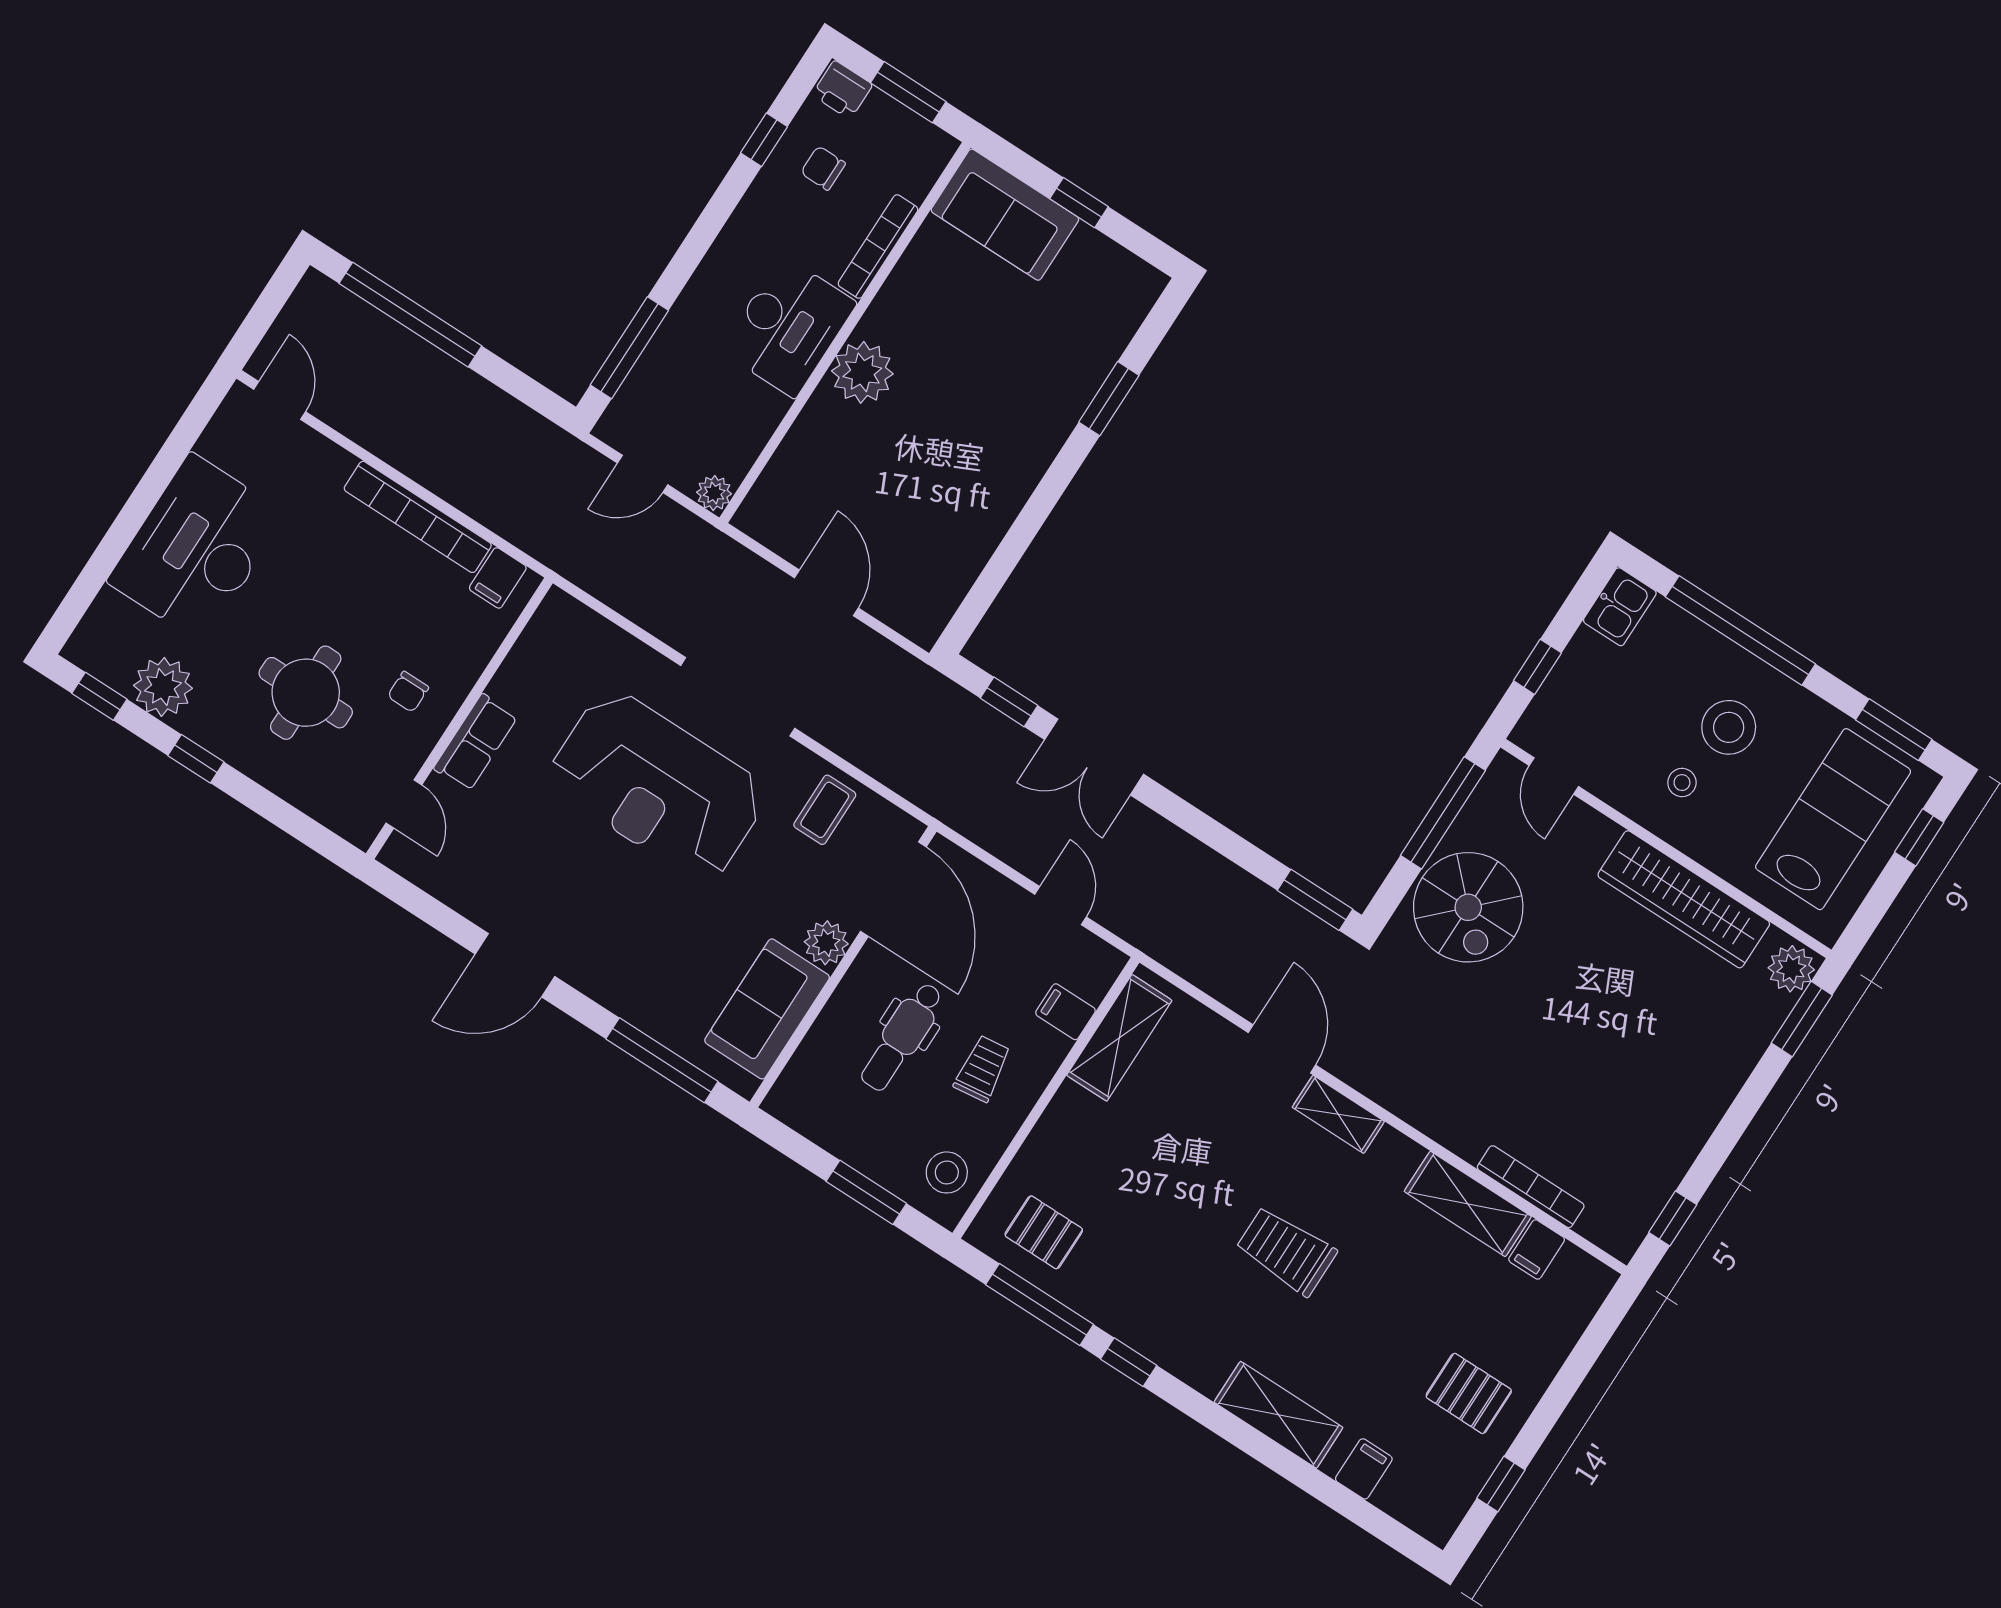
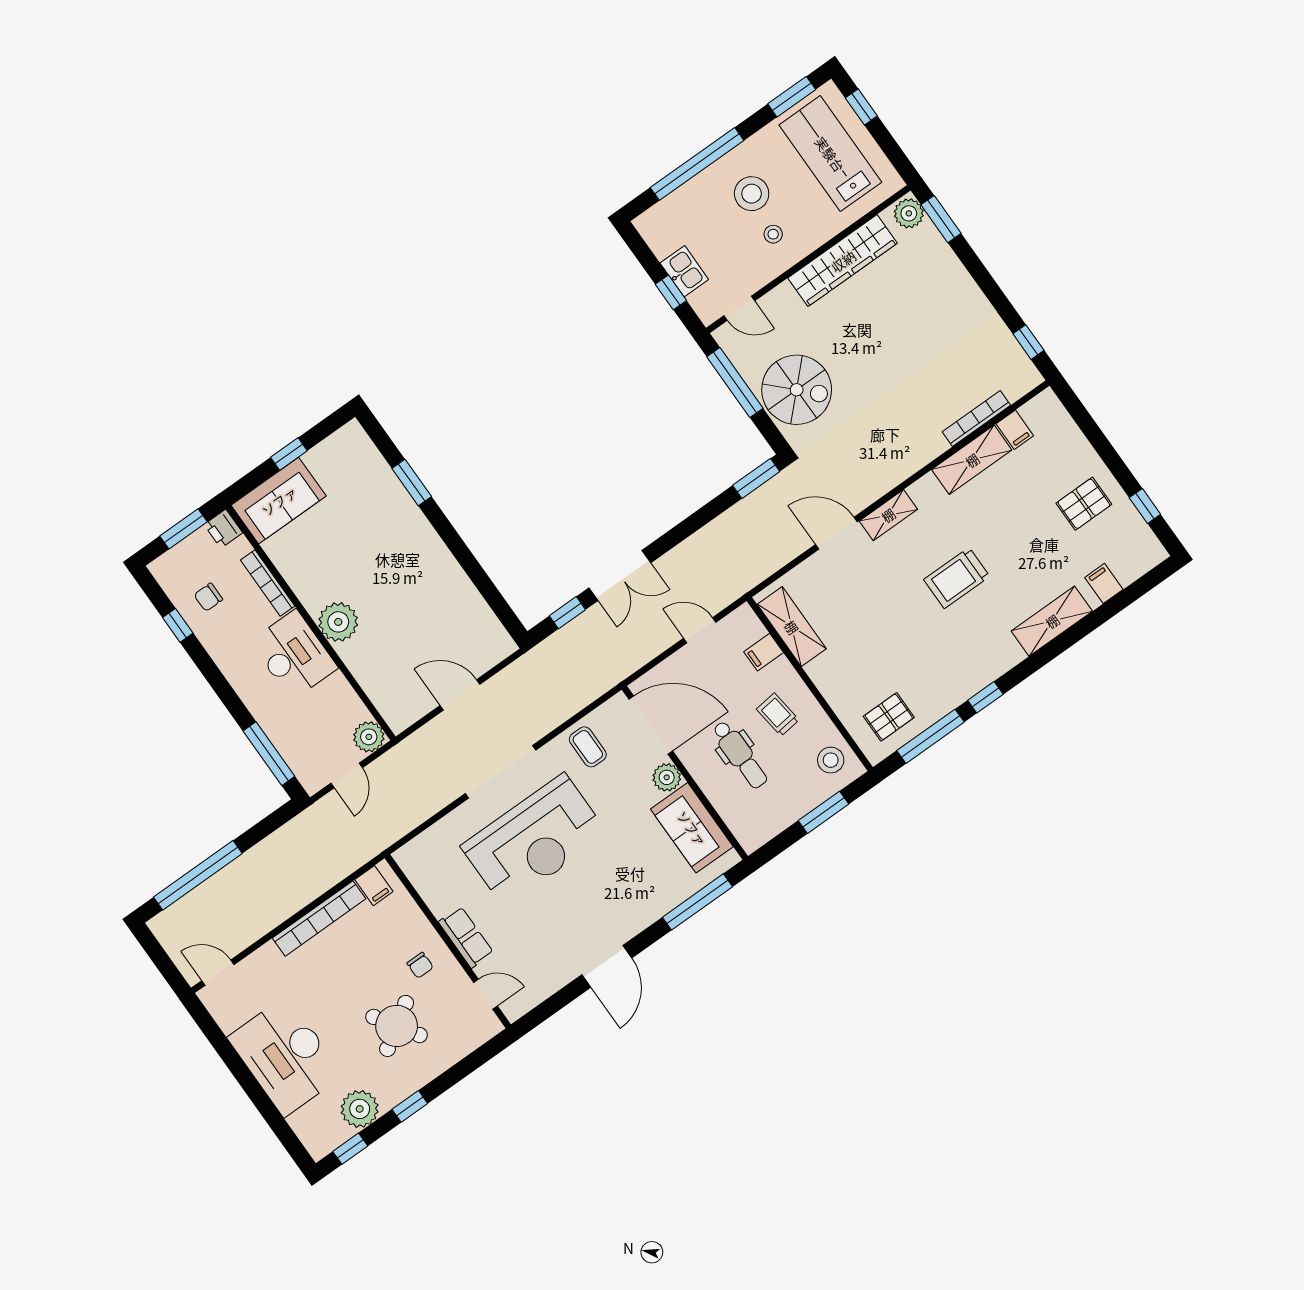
printer: (842, 90) -> (223, 529), moved, turned 90
plant: (714, 493) -> (369, 737), width x1.38, depth x1.38
kitchen sink: (1620, 607) -> (684, 271), moved
round table: (306, 693) -> (397, 1026), turned -33

